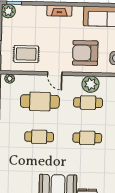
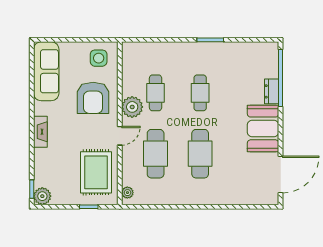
rug: (26, 54) -> (96, 172), width x1.36, depth x1.43
plant: (90, 84) -> (132, 107), moved
cafe table: (39, 137) -> (200, 154), width x1.37, depth x1.35

